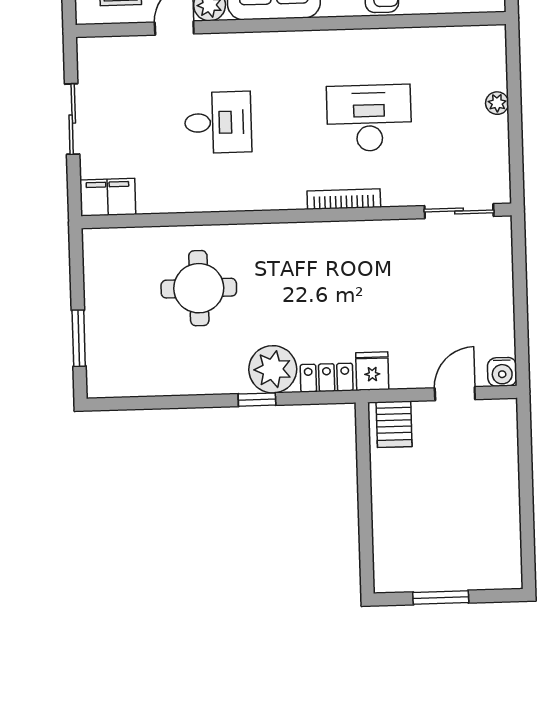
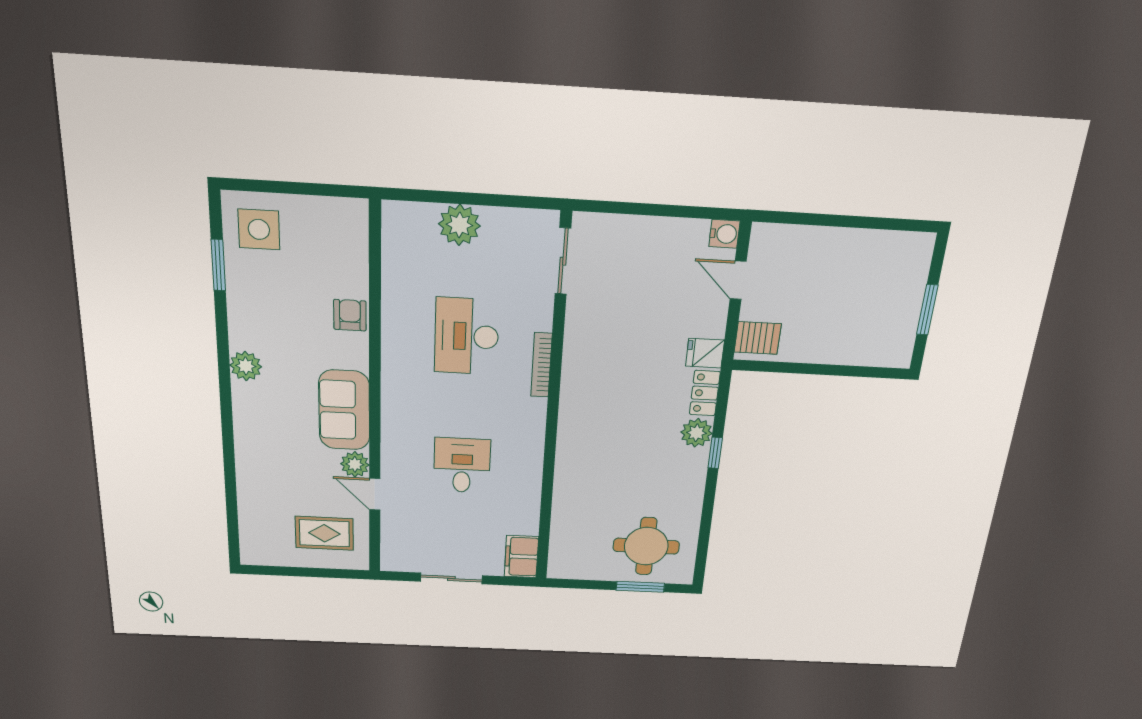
plant: (497, 103) -> (459, 225), width x1.87, depth x1.87
round table: (199, 288) -> (646, 546), moved
plant: (273, 369) -> (697, 433), width x0.73, depth x0.73

